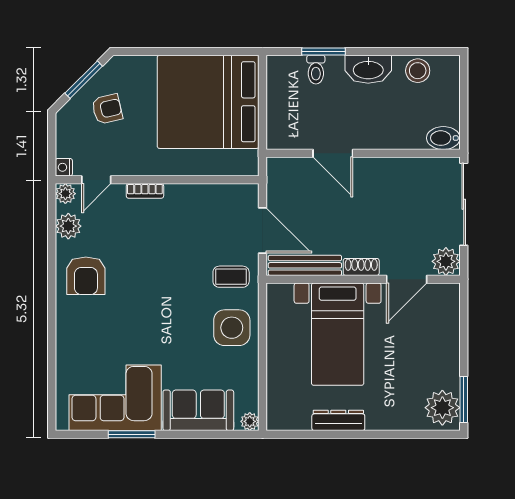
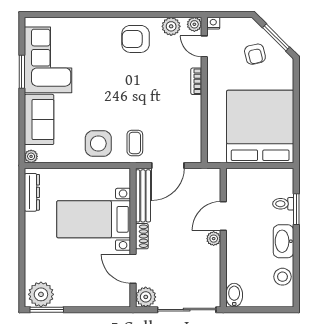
plant: (364, 167) -> (214, 239), added
dresser: (338, 420) -> (32, 192), moved

